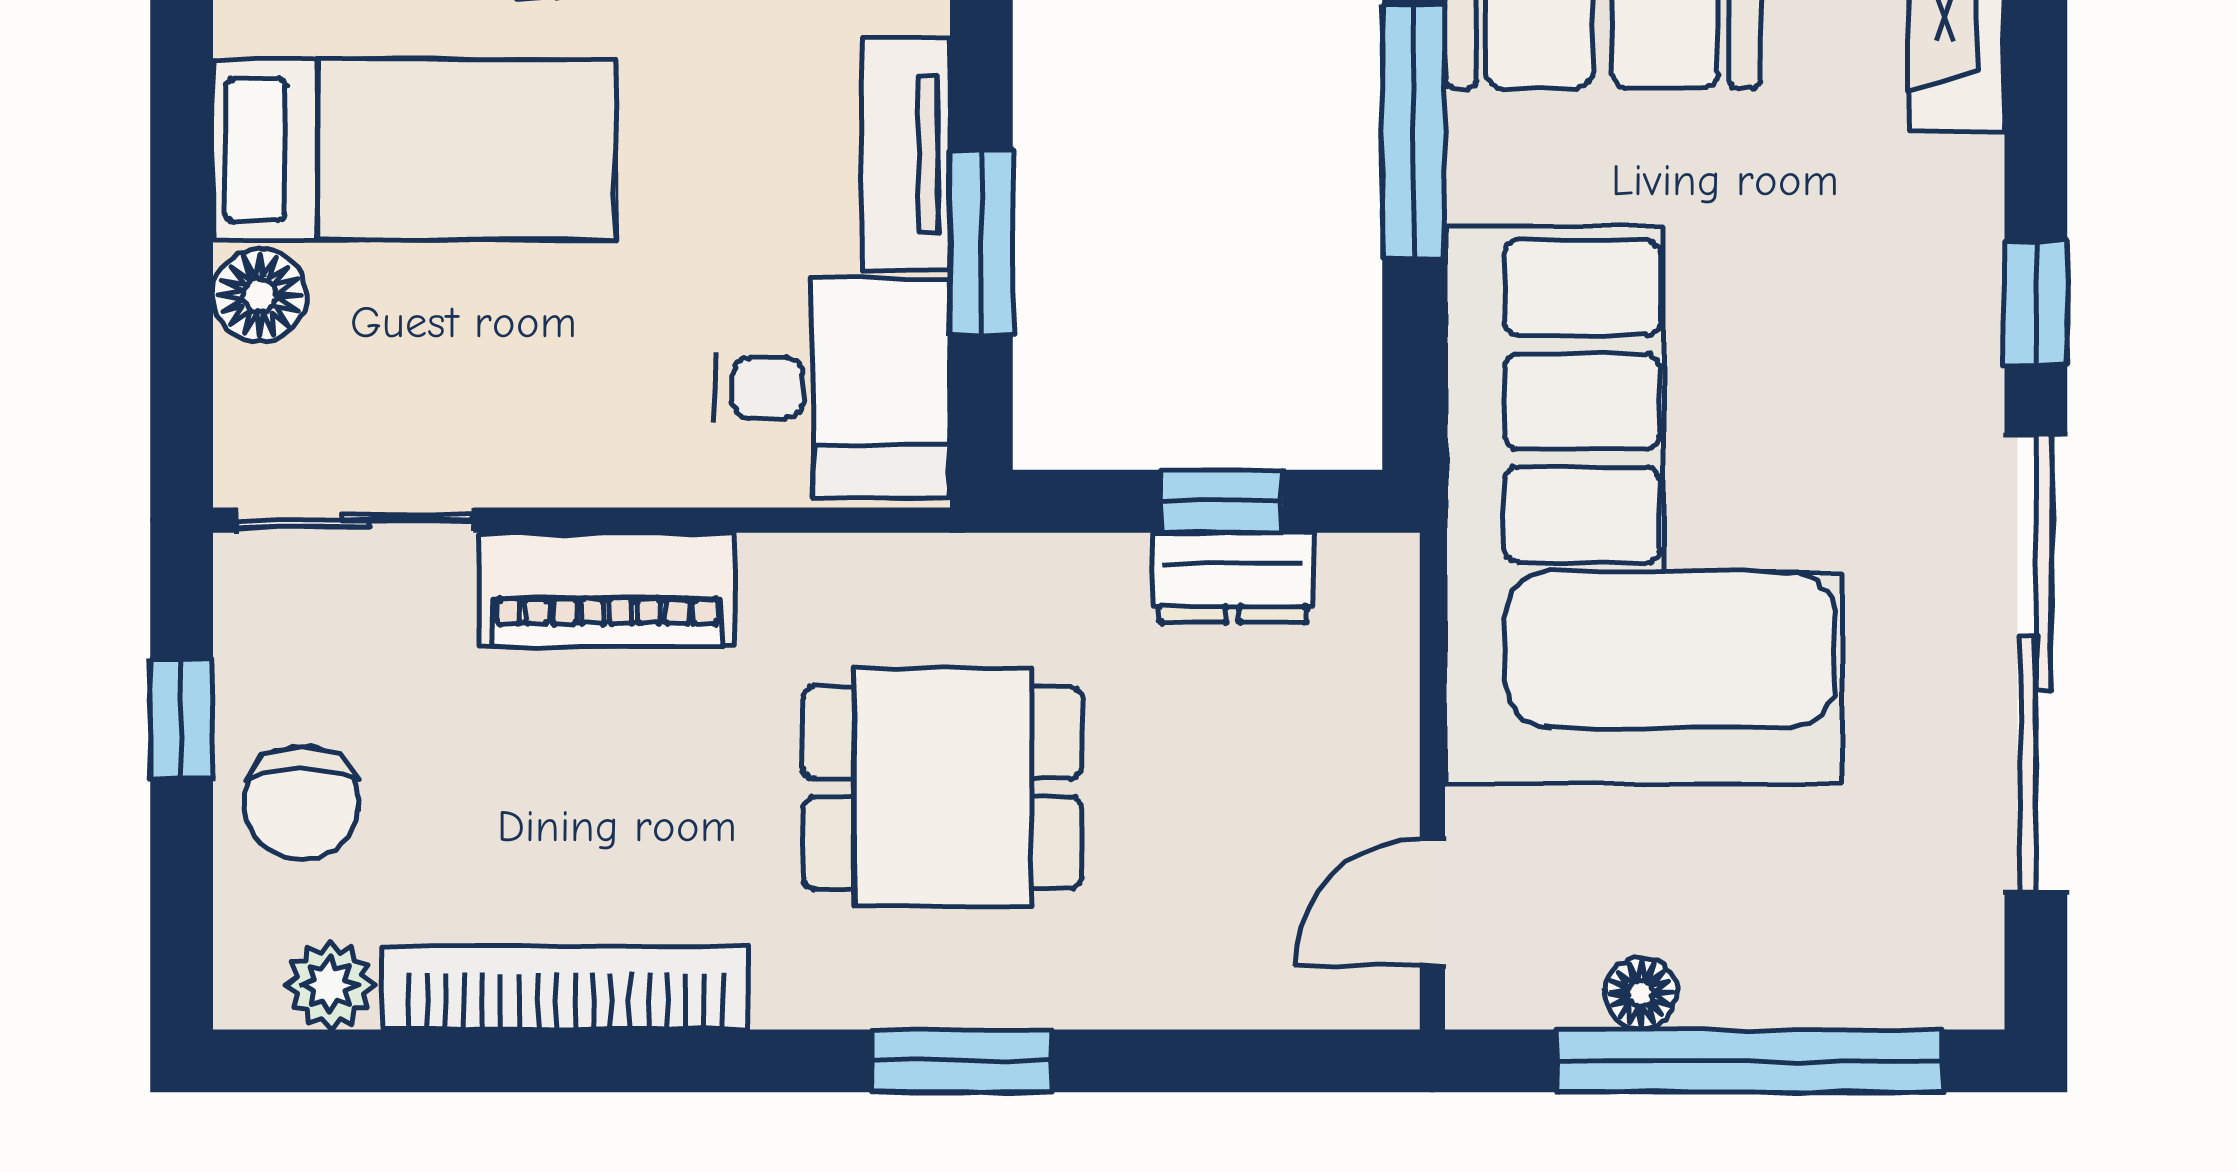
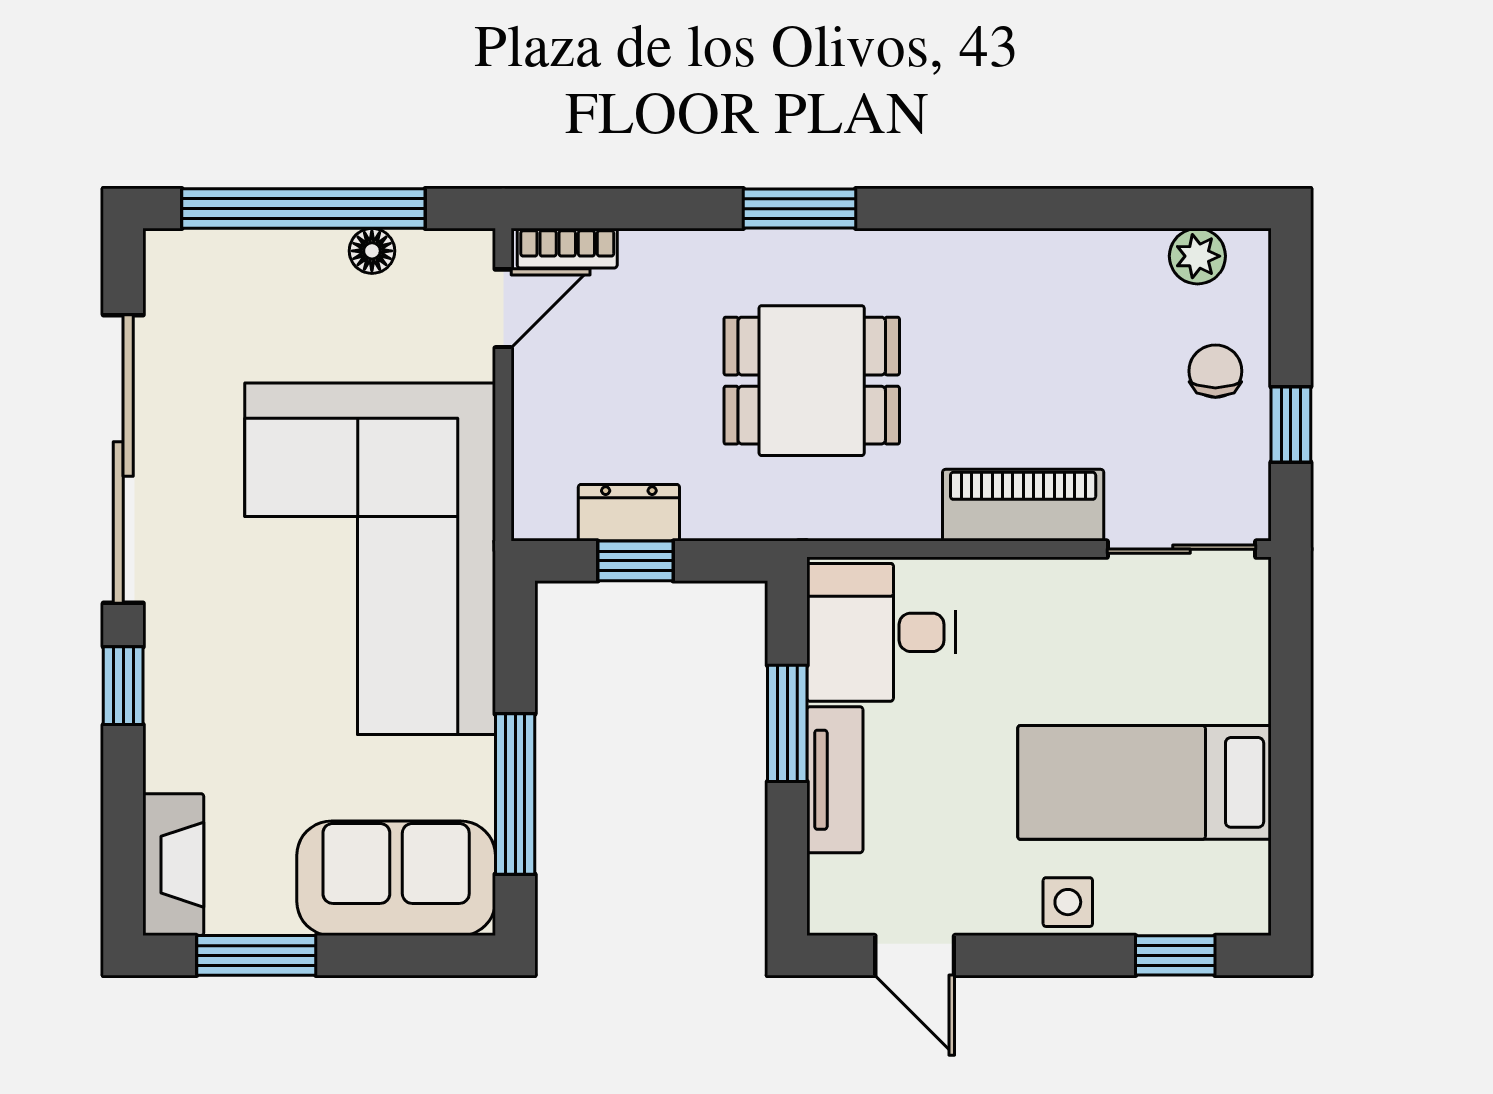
floor lamp: (260, 295) -> (1242, 691), removed
chair: (301, 803) -> (1215, 371), width x0.73, depth x0.73
bookcase: (566, 988) -> (567, 248), moved, width x0.43, depth x0.76

